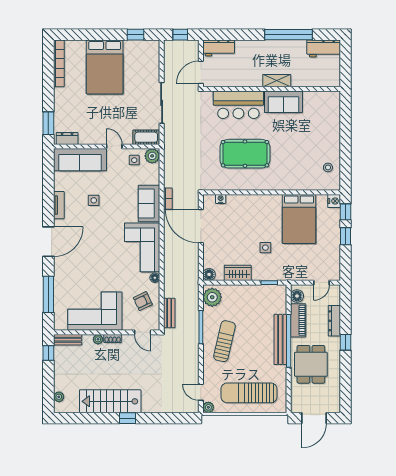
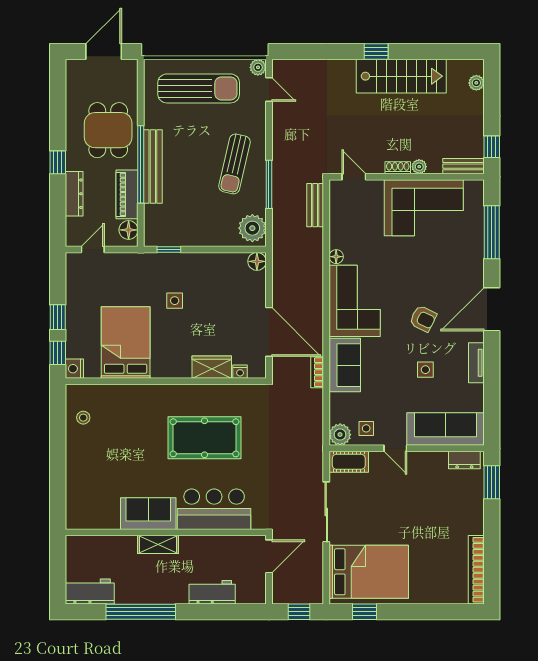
workbench: (219, 48) -> (212, 592), moved
bed: (105, 67) -> (369, 572), moved, turned 90
wardrobe: (238, 273) -> (212, 367), moved, turned 180
armchair: (143, 301) -> (423, 319), moved, turned 51

